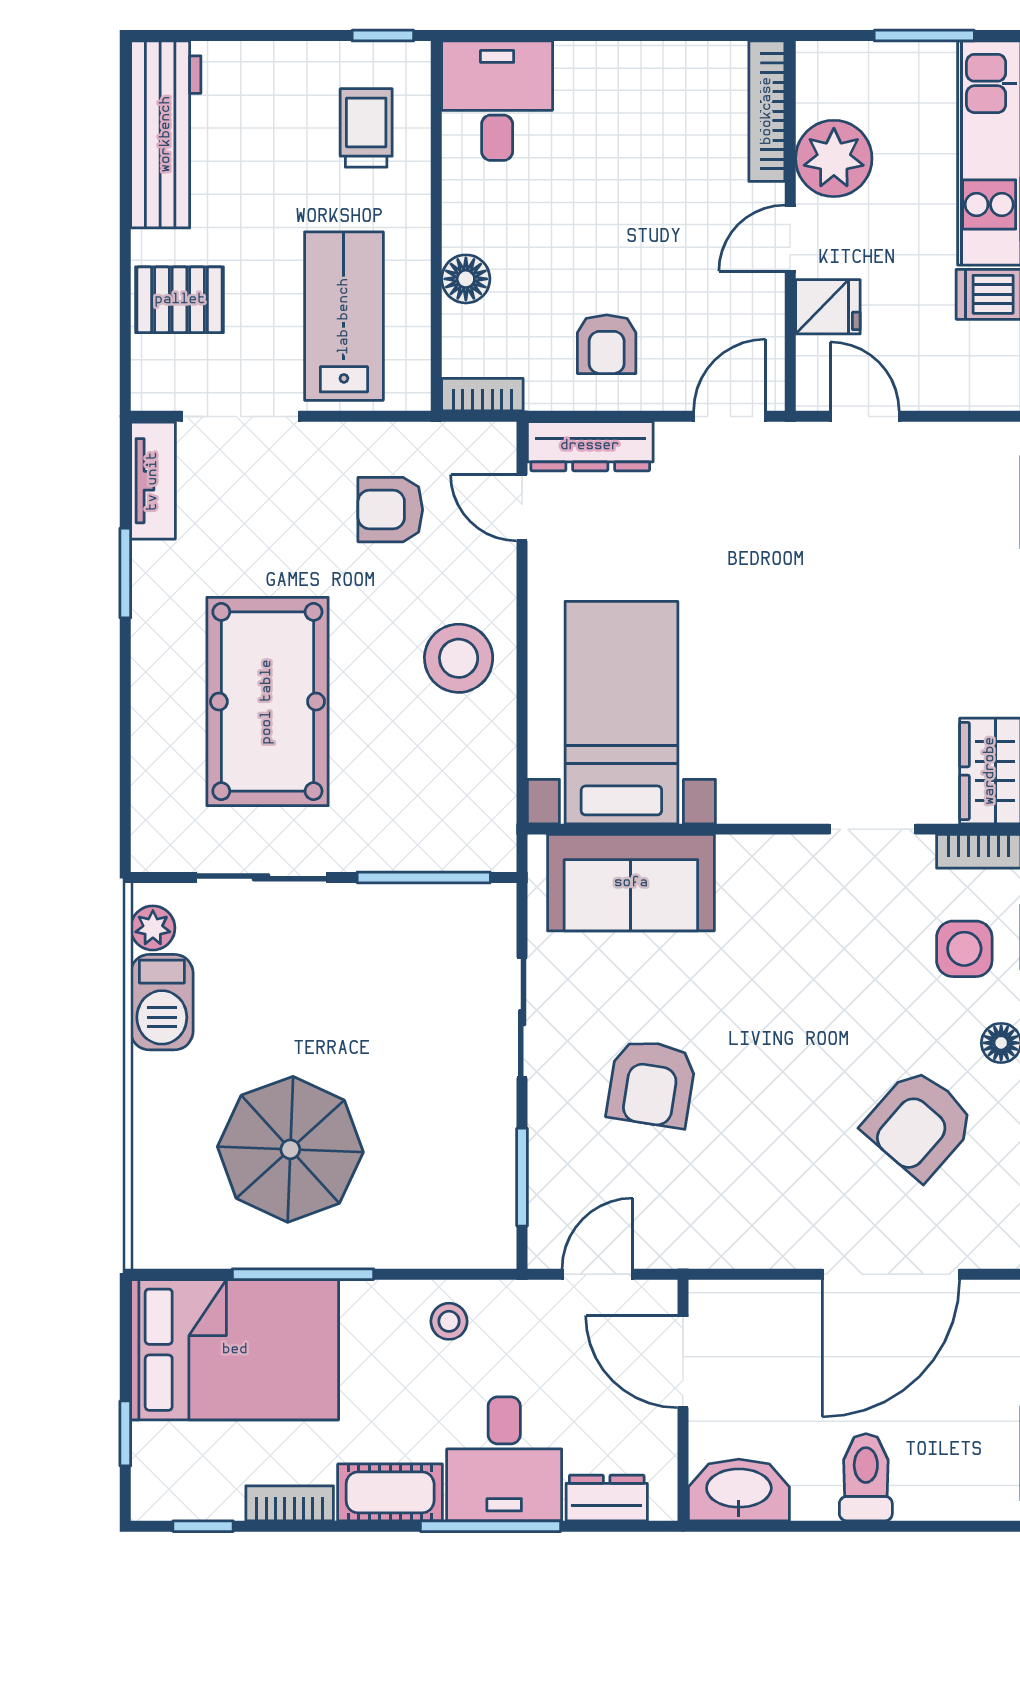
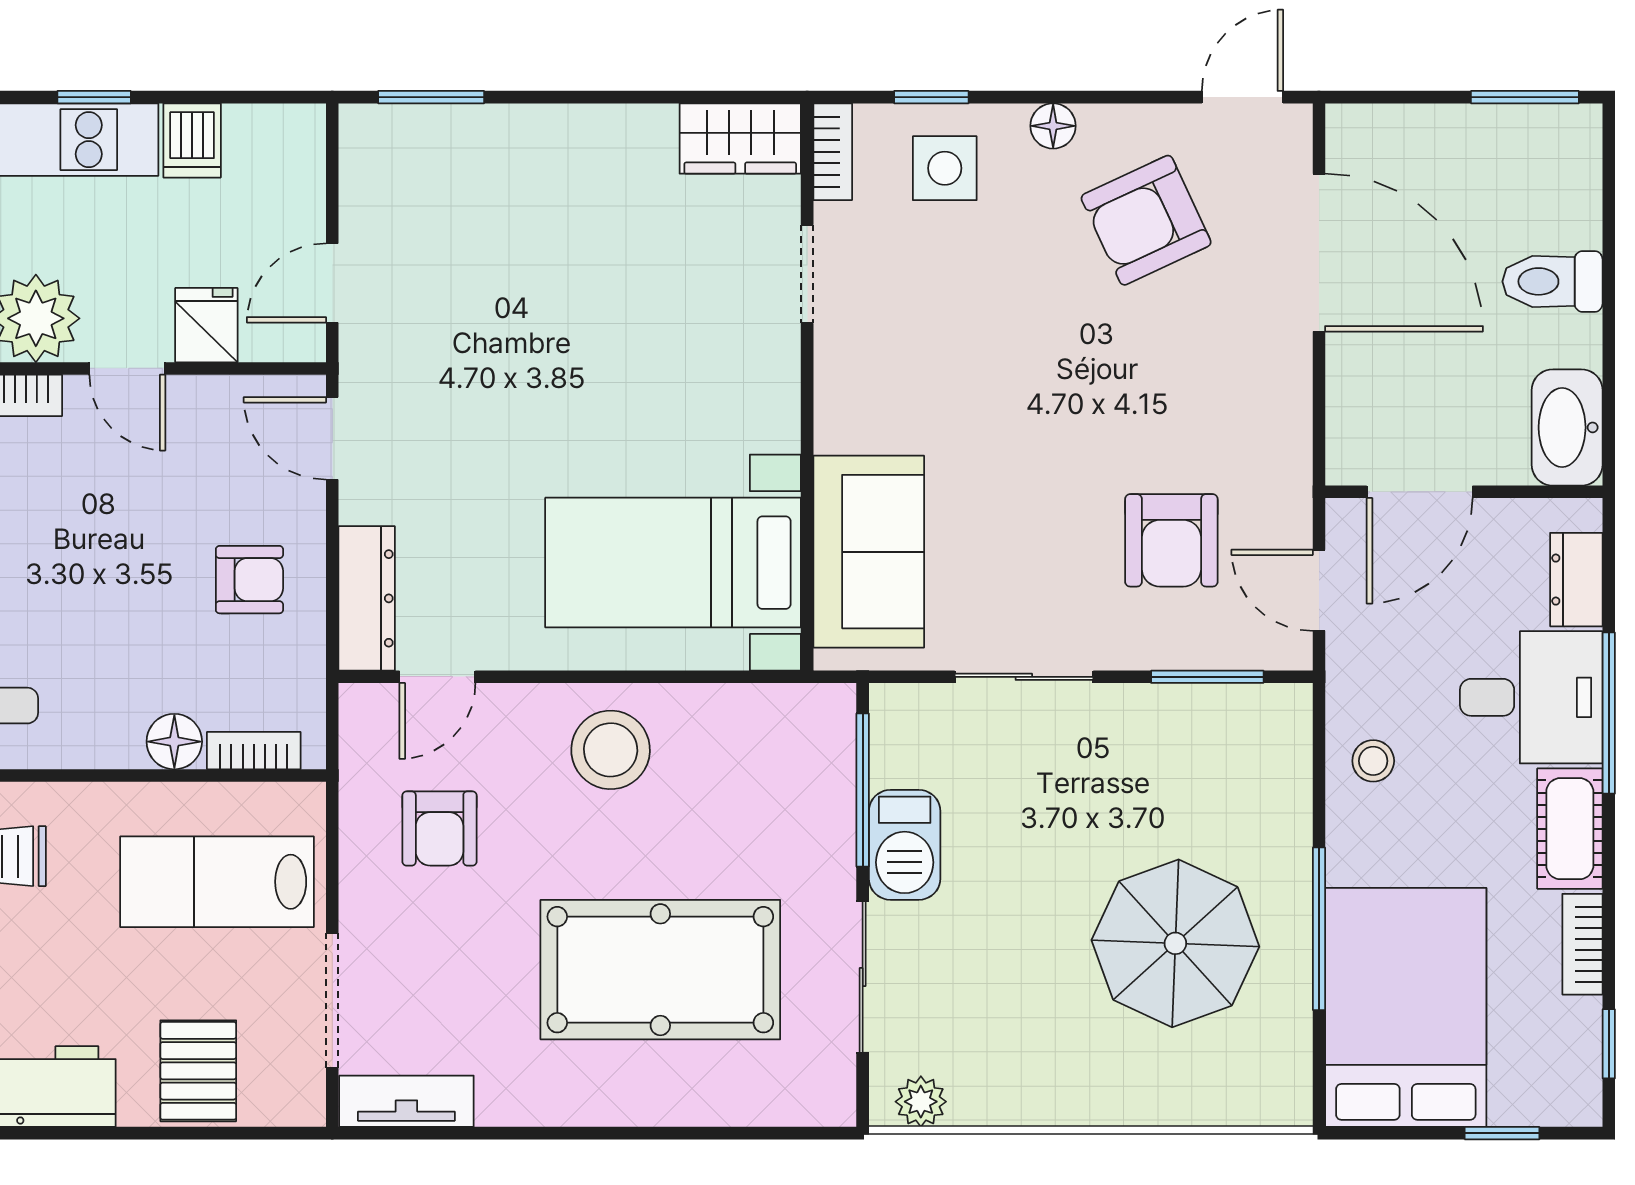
bookcase: (482, 395) -> (254, 751), moved, turned 90
window: (125, 573) -> (513, 1133), removed
barbecue: (162, 1002) -> (905, 845), moved, turned 90
armchair: (651, 1083) -> (1171, 540), moved, turned 81
armchair: (919, 1124) -> (1146, 220), turned 114

